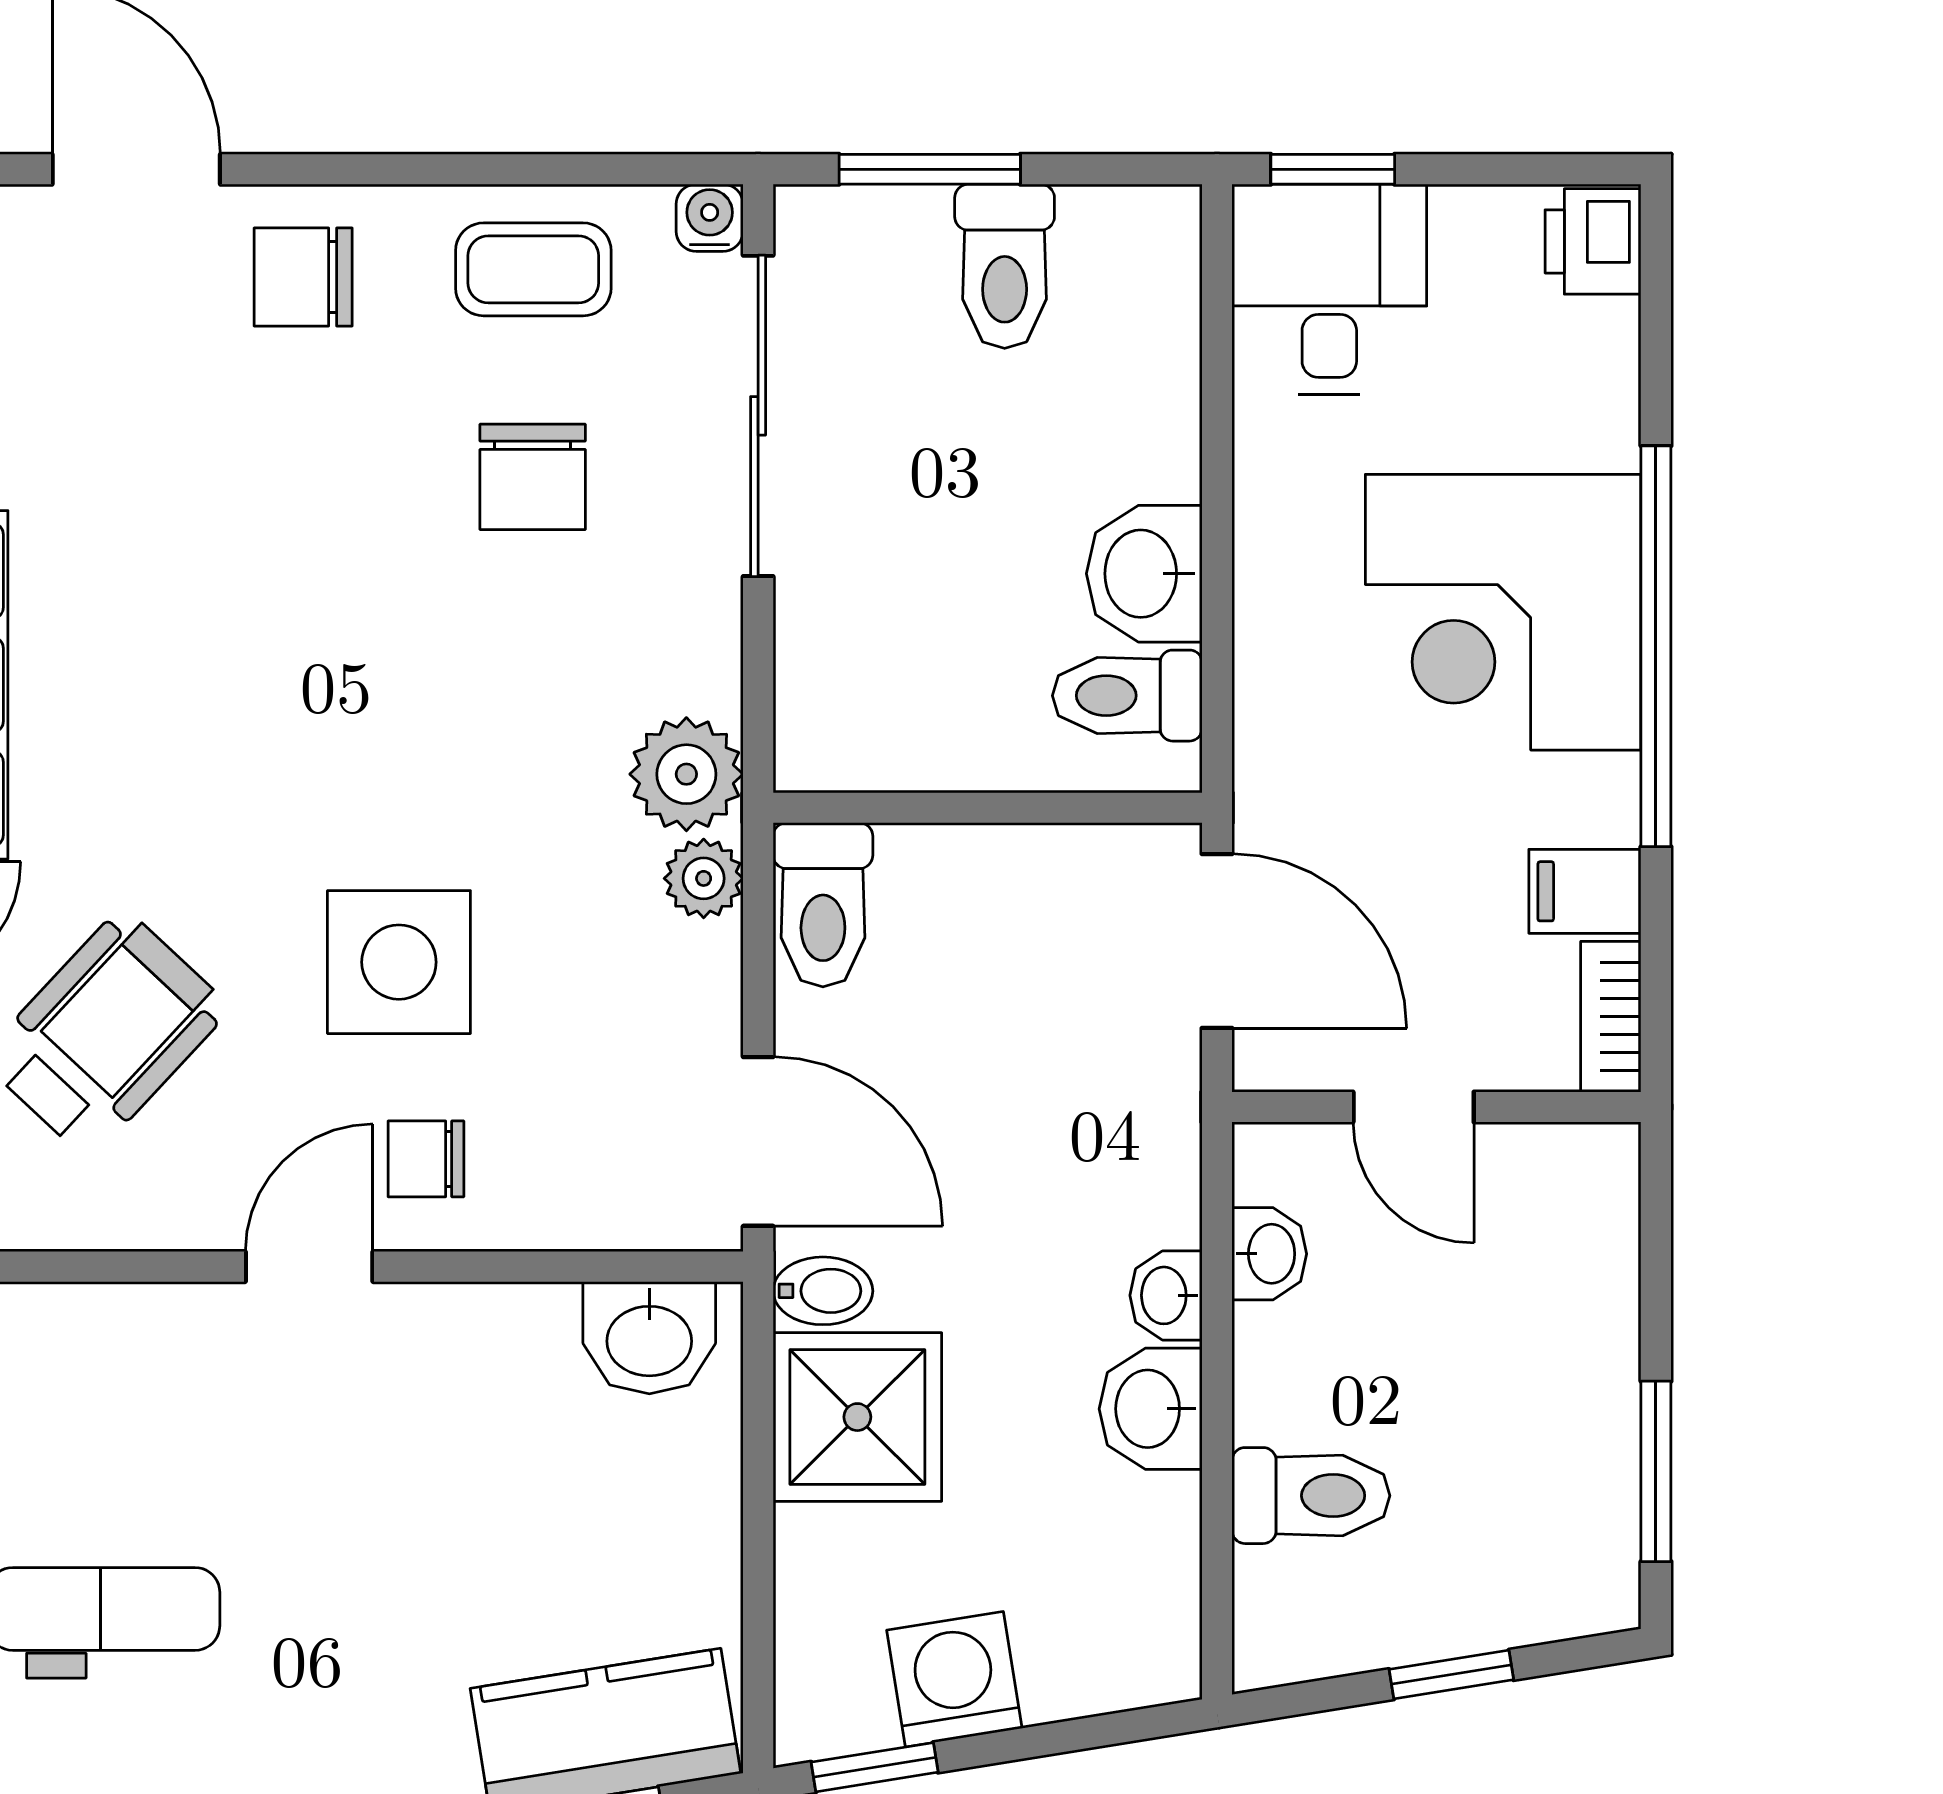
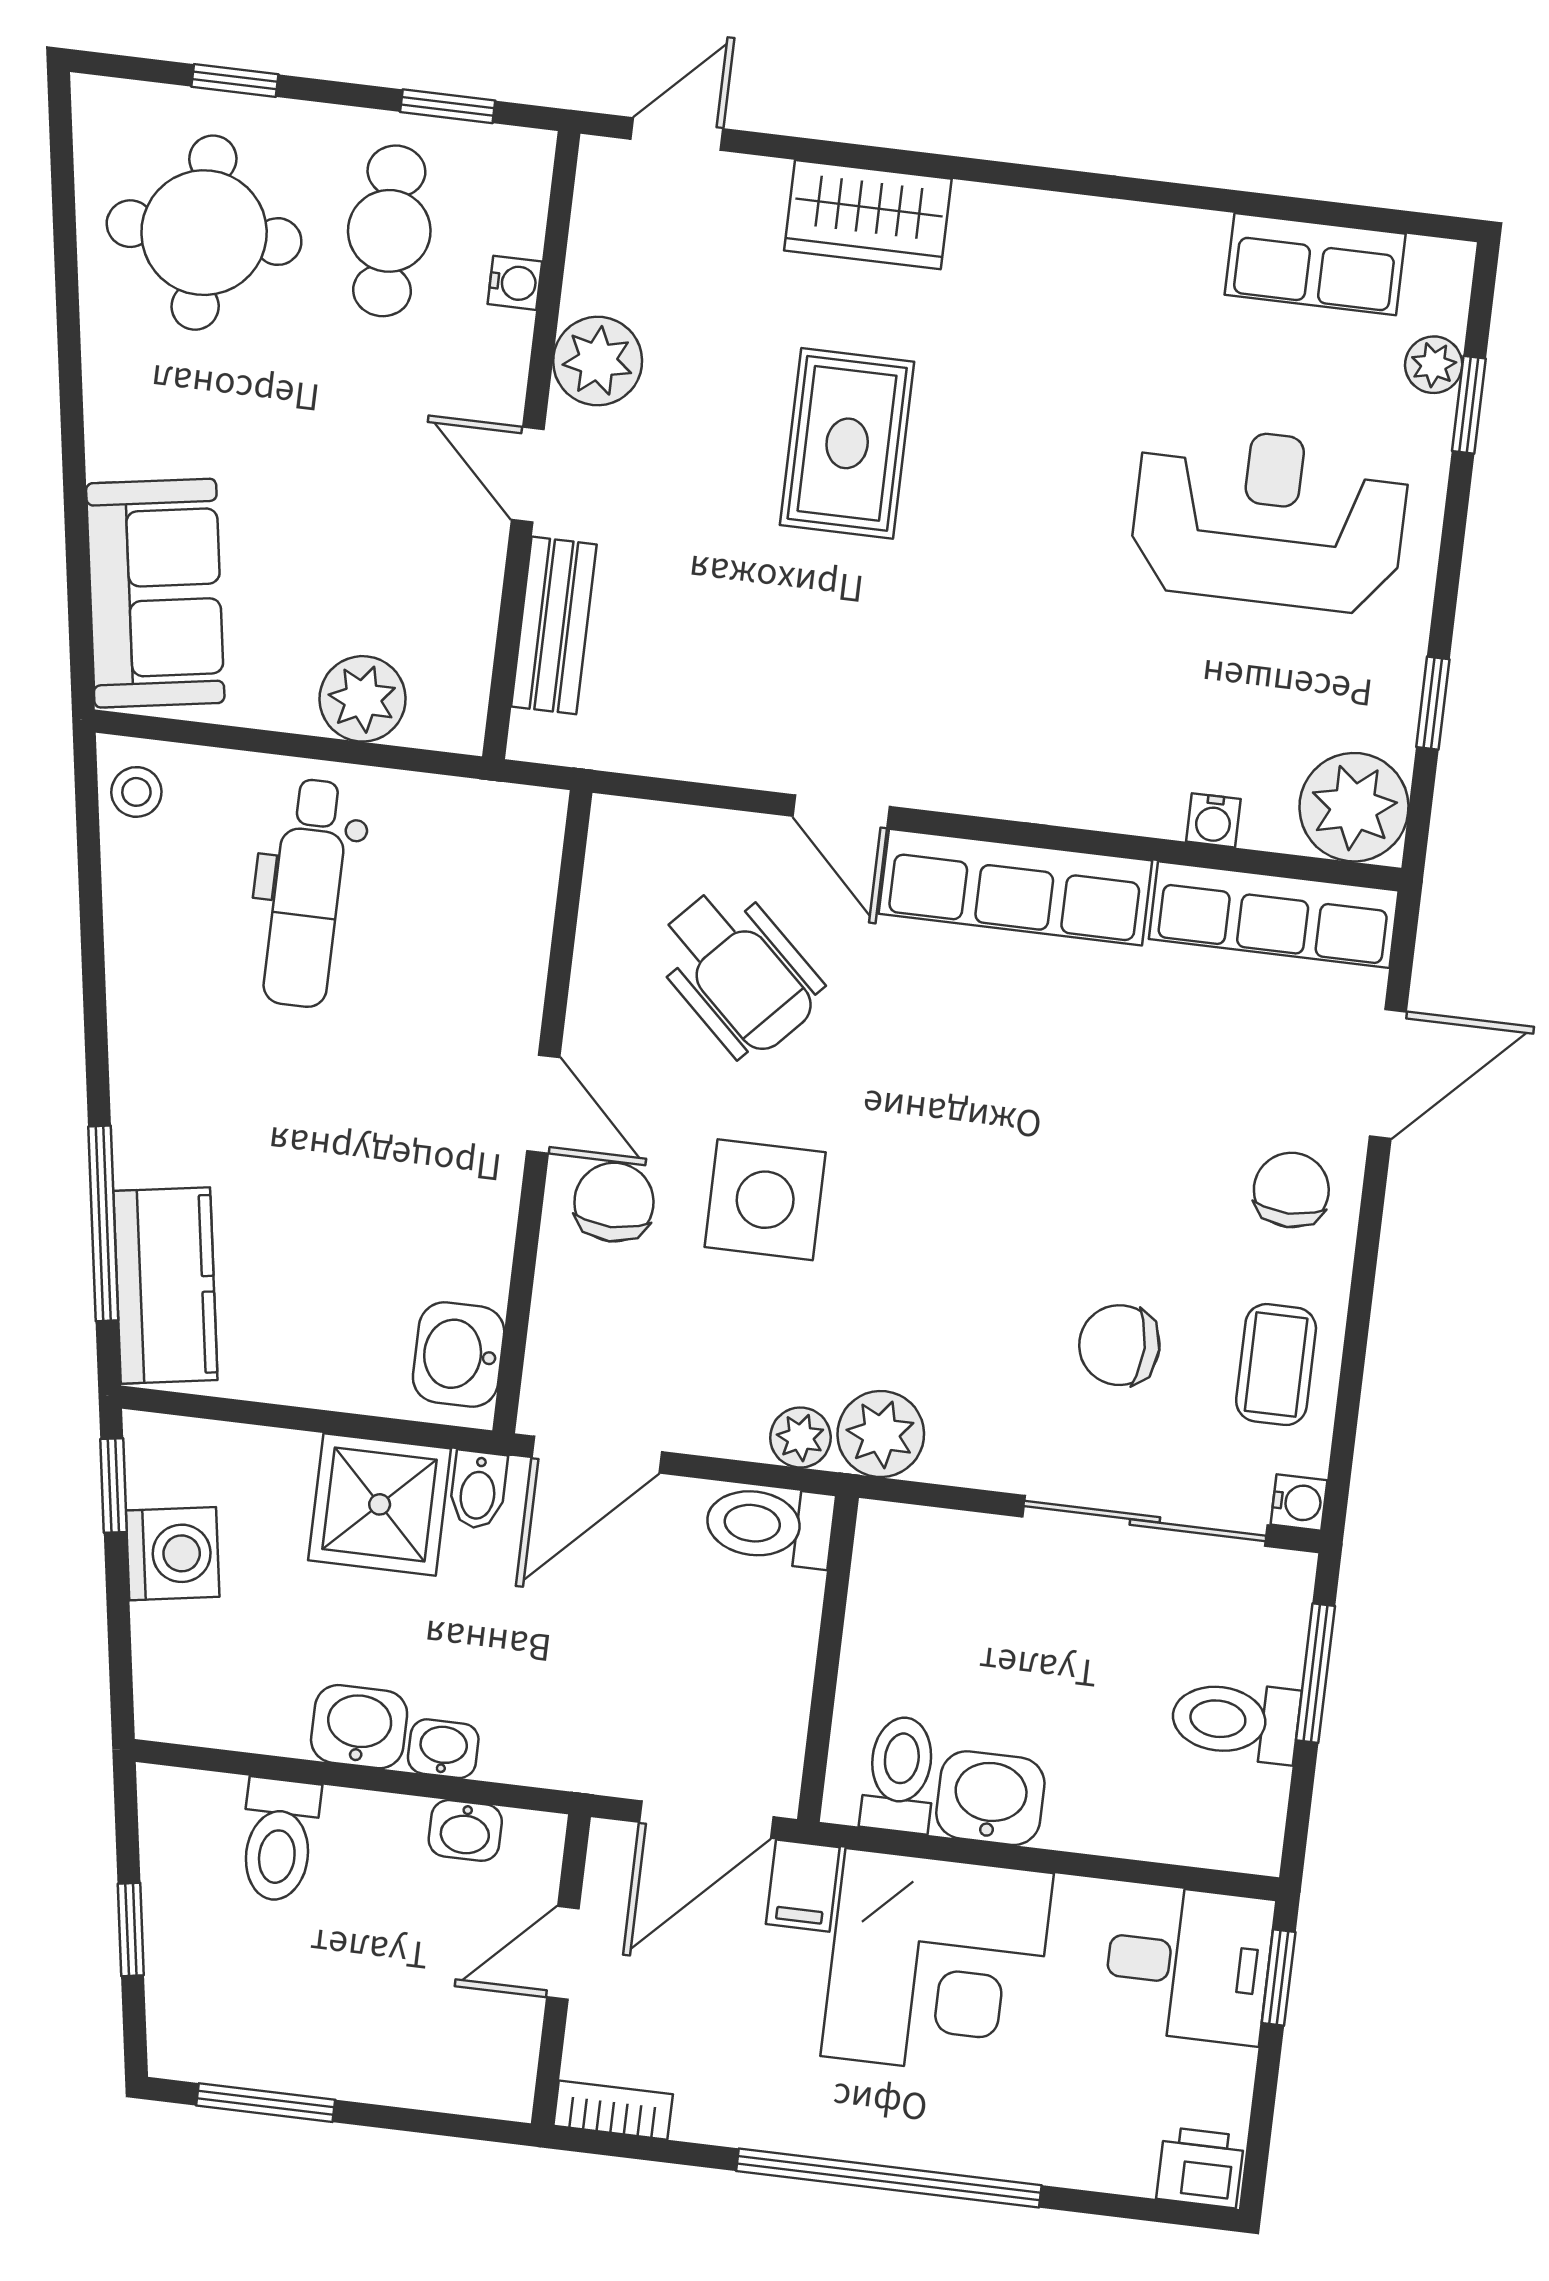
corner desk: (1503, 612) -> (937, 1965), moved, turned 180
filing cabinet: (1585, 891) -> (803, 1886), moved, turned 180
chair: (426, 1159) -> (614, 1202), width x1.37, depth x1.37

